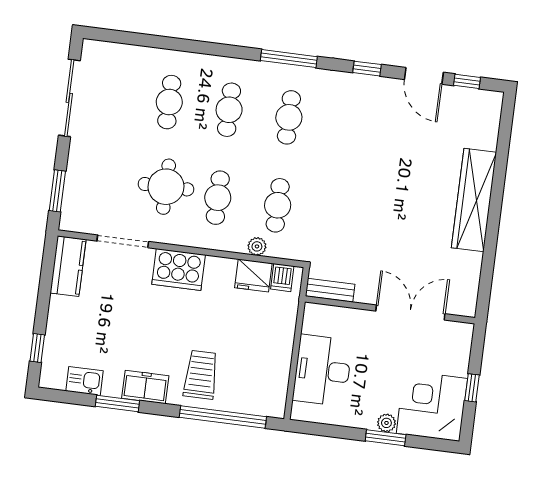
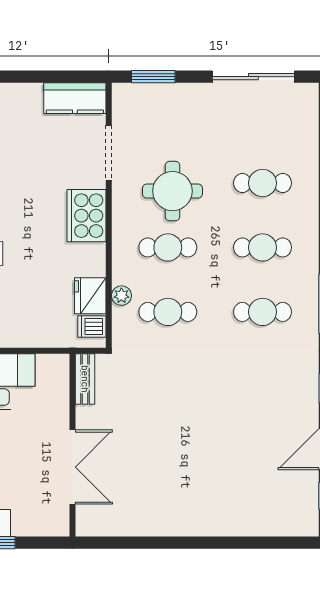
wardrobe: (474, 200) -> (200, 519), removed

